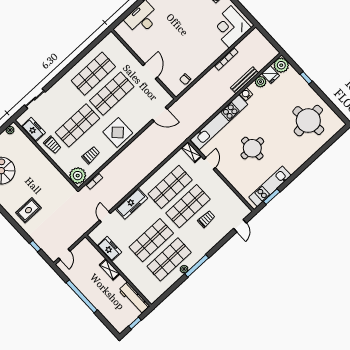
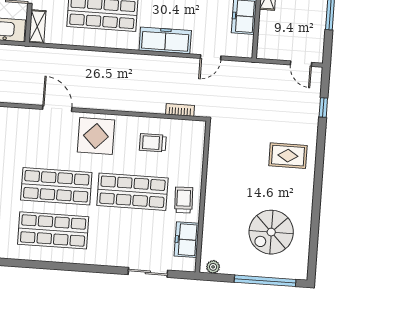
door: (160, 114) -> (57, 108), moved
plant: (78, 176) -> (192, 136), removed
door: (64, 254) -> (301, 64), swing flipped

